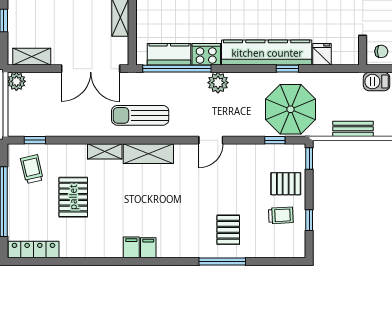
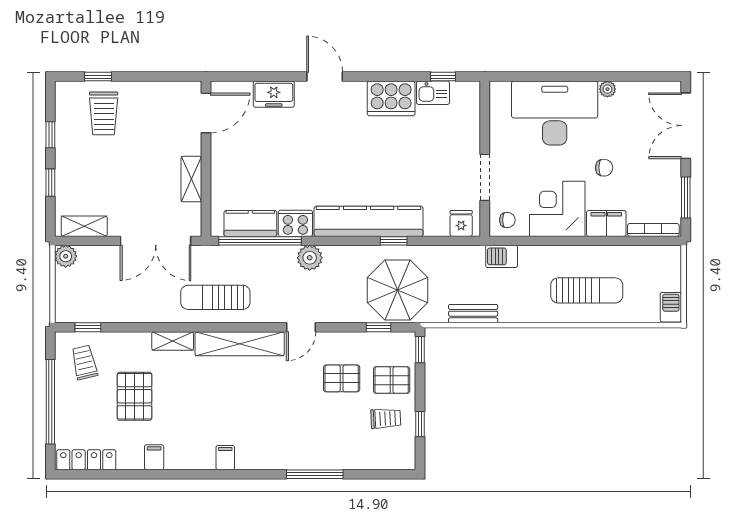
fridge: (322, 54) -> (461, 223), moved
shelving: (148, 154) -> (240, 344), width x1.47
pallet: (228, 230) -> (342, 378), moved, turned 90
filing cabinet: (131, 247) -> (154, 457), moved

